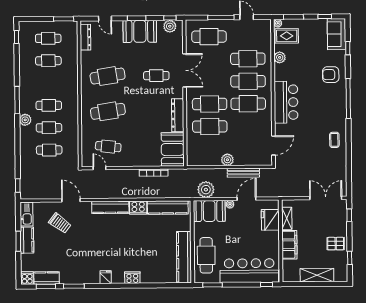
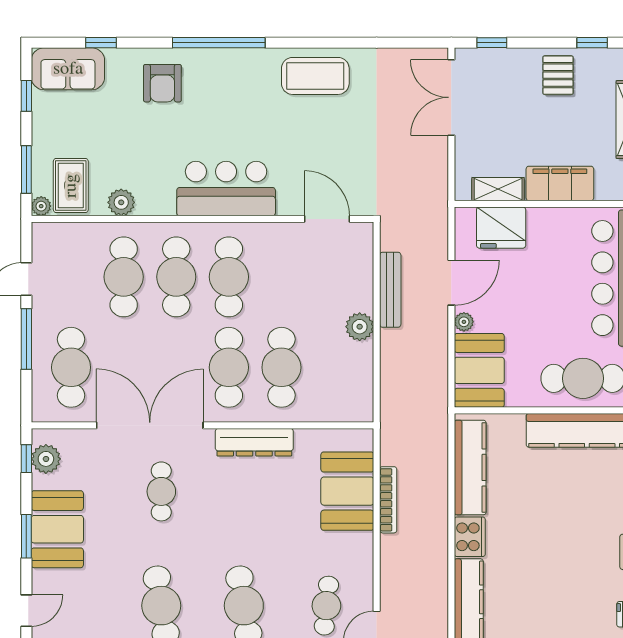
double door: (185, 70) -> (150, 425), width x1.36
coffee table: (334, 140) -> (315, 76), width x1.86, depth x1.72
booth: (173, 149) -> (347, 491), moved, turned 90
plant: (206, 190) -> (429, 378), removed
door: (247, 199) -> (451, 283), swing flipped

